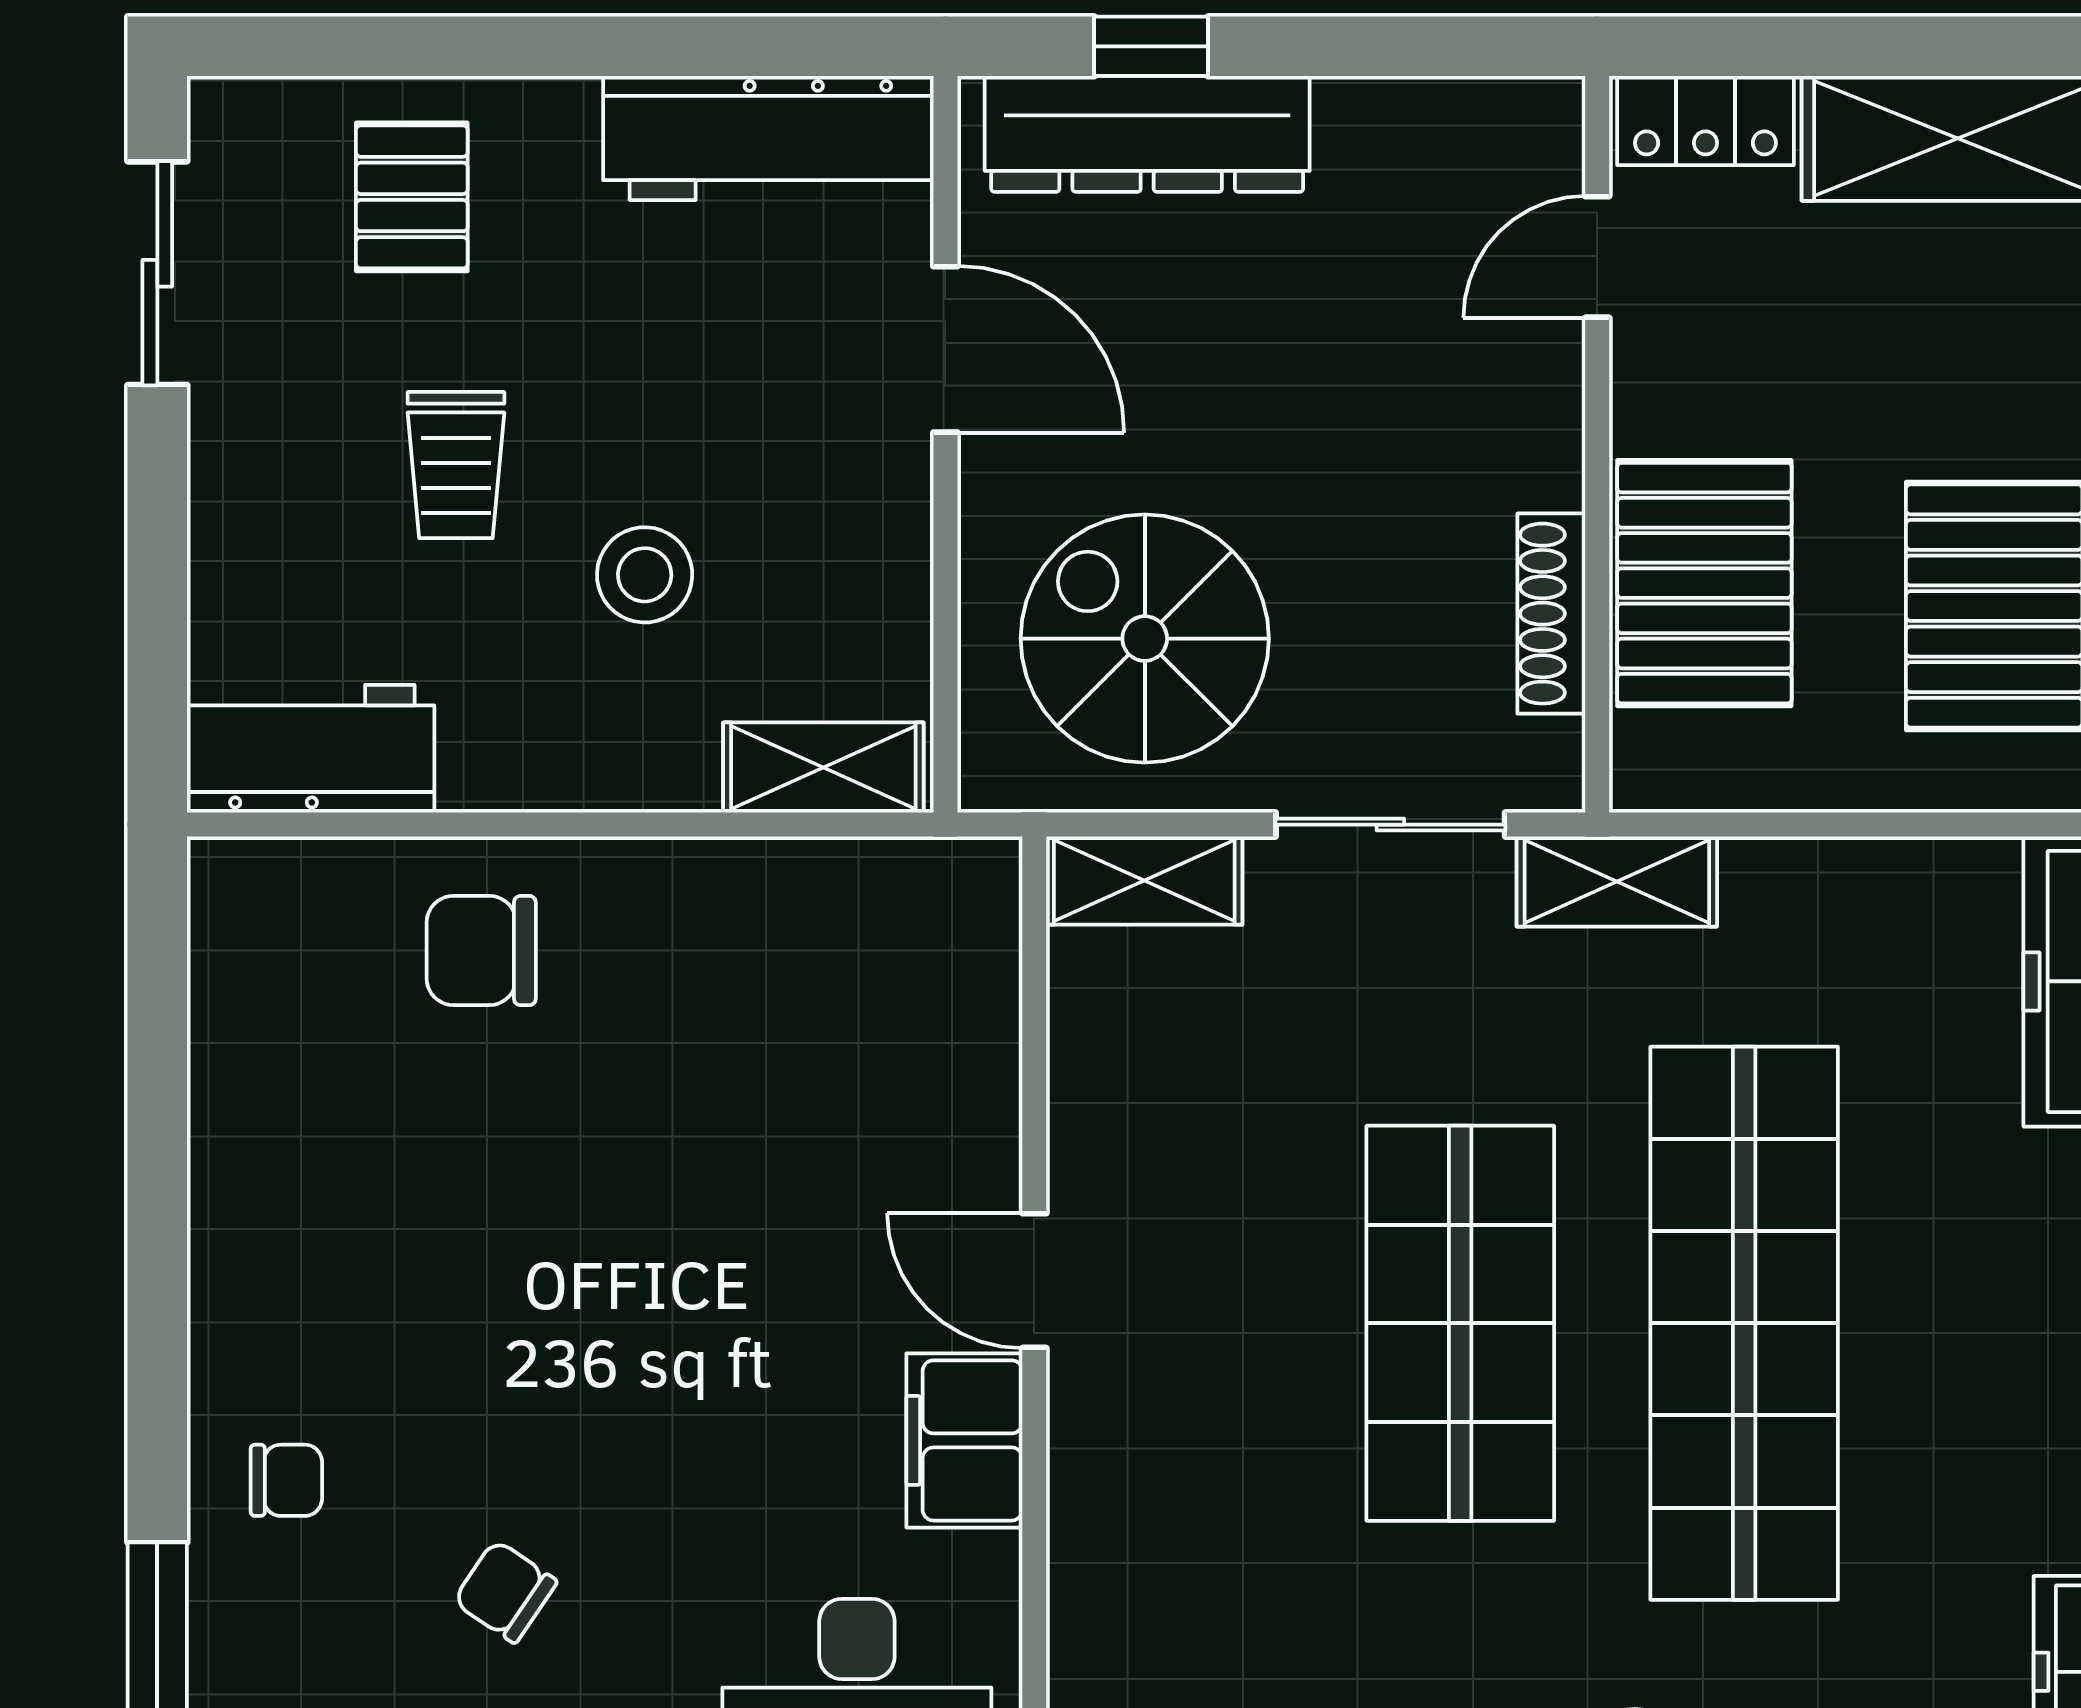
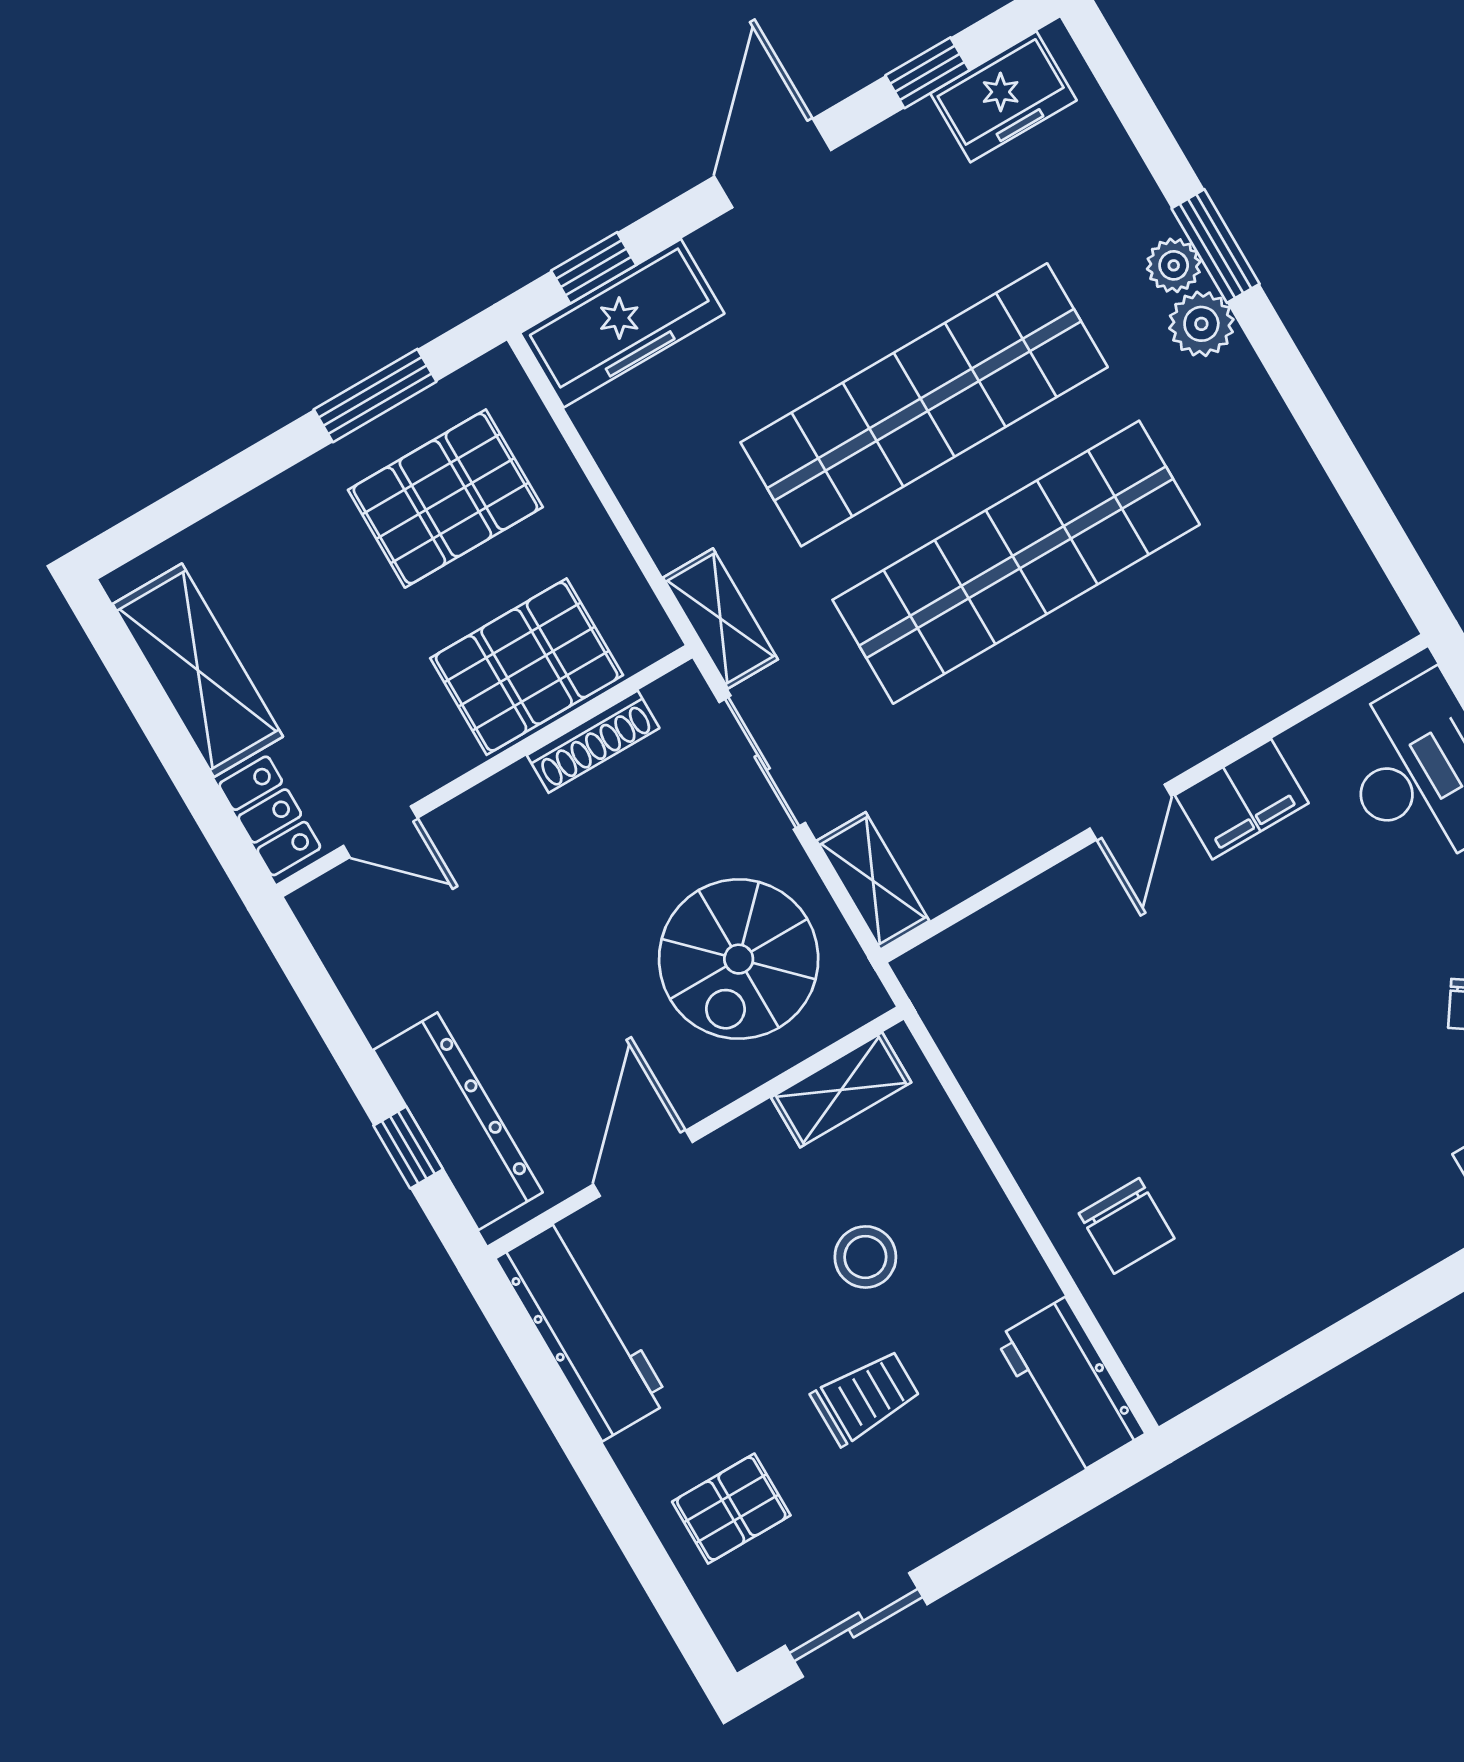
shelving: (823, 768) -> (841, 1090), moved, turned 90
shop shelf: (1460, 1323) -> (1016, 562), width x1.40

